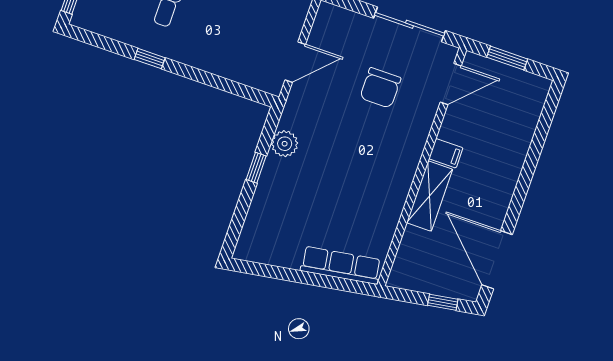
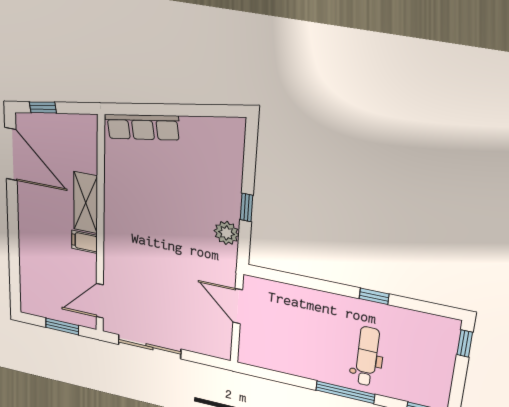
door: (295, 62) -> (238, 306), hinge flipped
chair: (380, 88) -> (157, 292), removed

